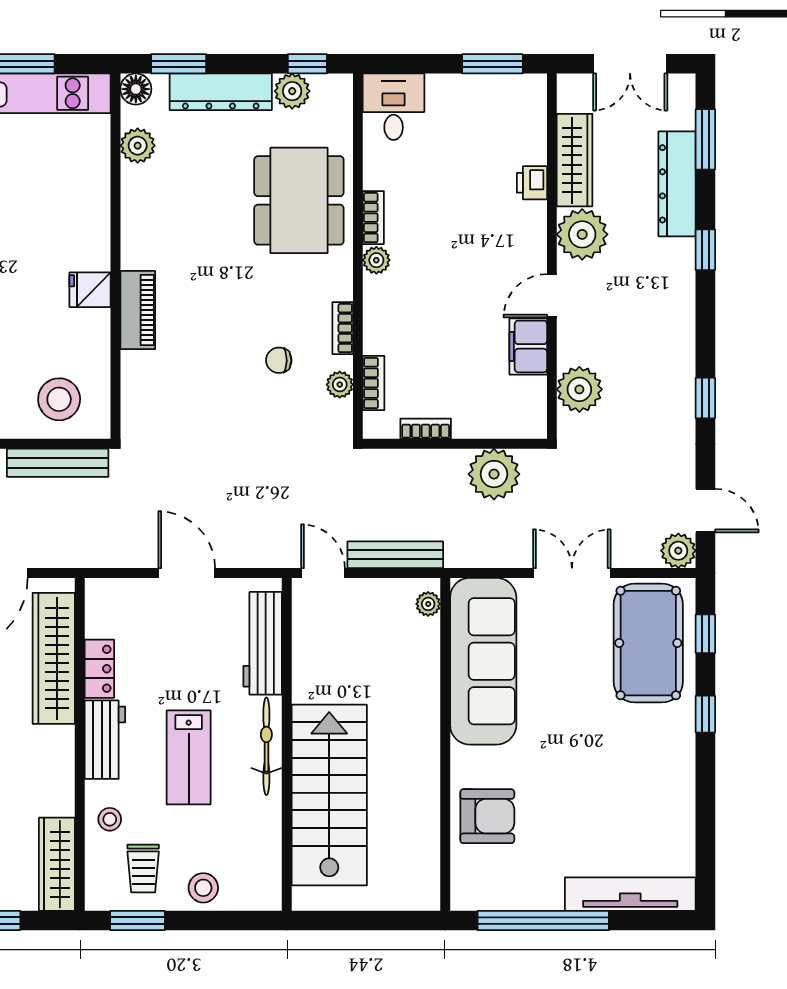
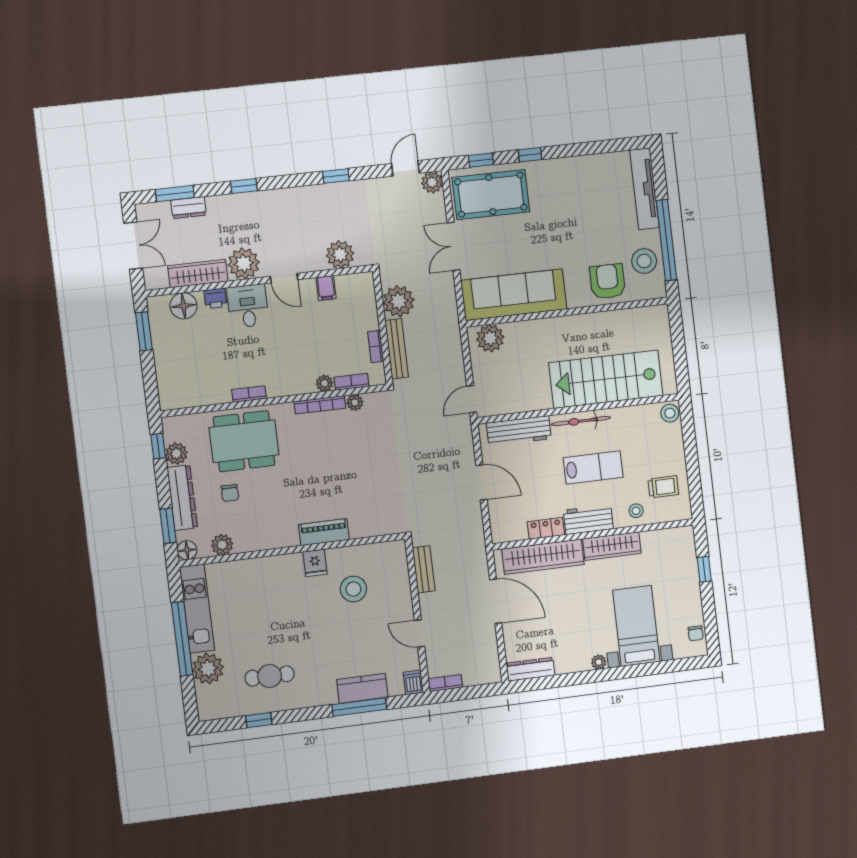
desk: (394, 107) -> (248, 306), moved, turned 90
floor lamp: (526, 131) -> (184, 306), added
dresser: (677, 184) -> (189, 208), width x0.51, depth x0.80
plant: (376, 260) -> (325, 383), moved
bookcase: (343, 328) -> (320, 405), width x1.56
filing cabinet: (528, 346) -> (326, 288), width x0.50
chair: (279, 360) -> (230, 493), moved
stool: (59, 399) -> (353, 589), moved
bench: (58, 463) -> (424, 569), width x0.73
bench: (395, 555) -> (397, 349), moved
door: (187, 573) -> (482, 482), swing flipped
plant: (428, 604) -> (490, 338), width x1.88, depth x1.88
wardrobe: (57, 864) -> (612, 546), moved
stool: (513, 880) -> (644, 261), added
stool: (203, 888) -> (670, 413), moved
window: (137, 921) -> (695, 486), removed

